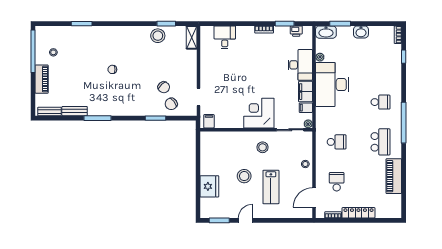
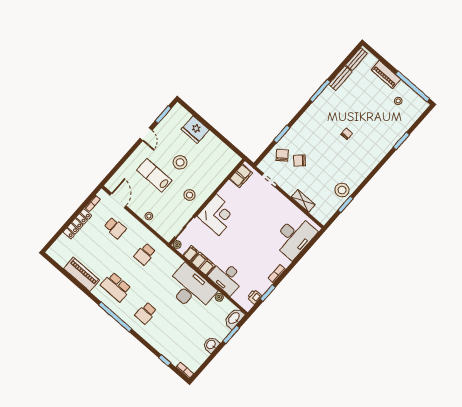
shelving: (192, 37) -> (303, 201), moved
desk: (225, 37) -> (294, 237), width x1.87, depth x1.30
filing cabinet: (209, 121) -> (241, 176), width x2.00

